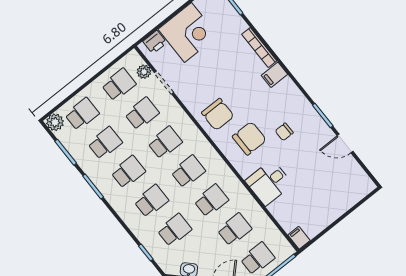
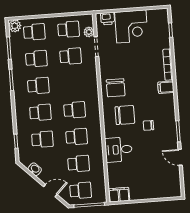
school desk: (165, 143) -> (73, 83), removed
filing cabinet: (299, 238) -> (119, 195), width x2.00

